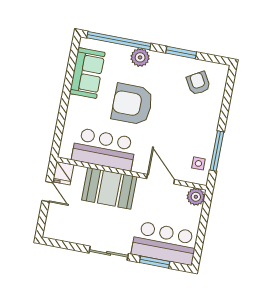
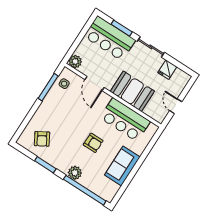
sofa: (87, 73) -> (122, 166), moved
armchair: (132, 104) -> (93, 143), width x0.53, depth x0.53
fridge: (63, 173) -> (167, 70), moved, turned 180

